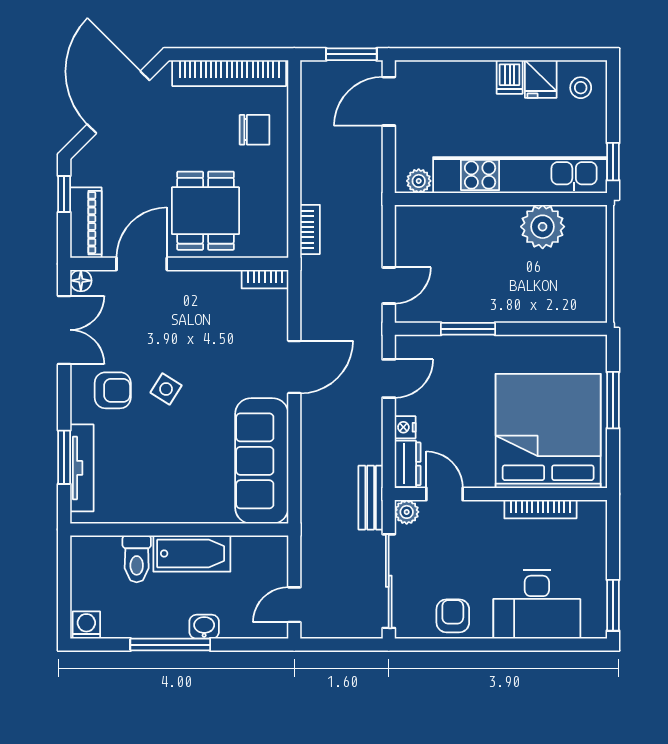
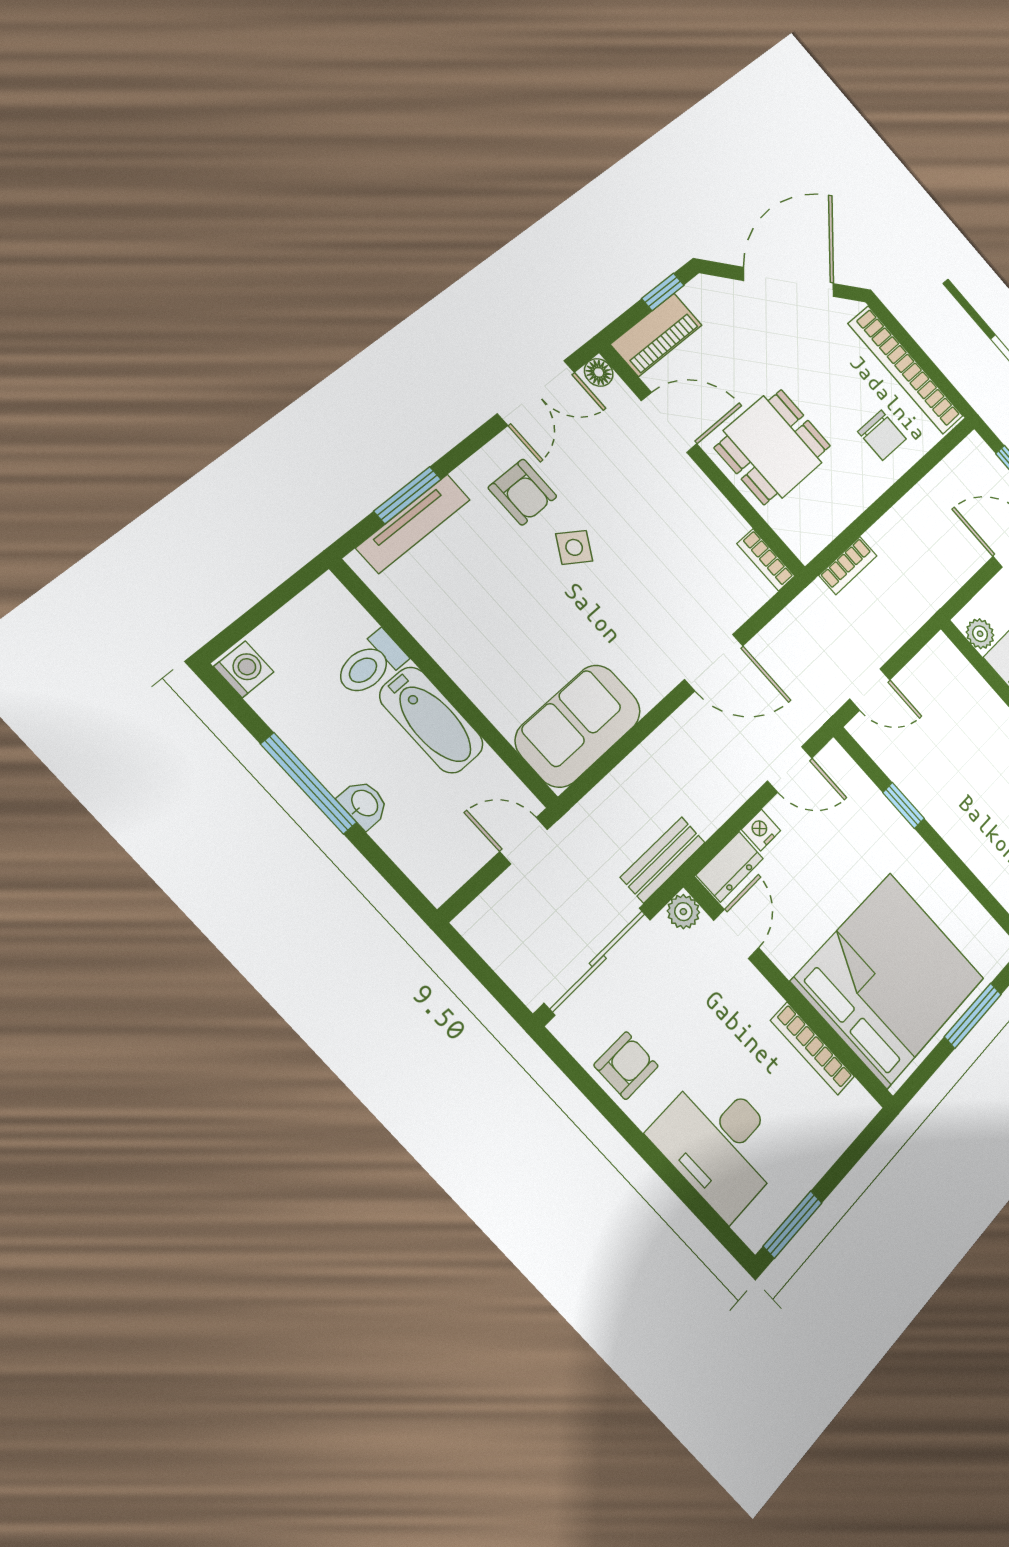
window: (468, 329) -> (903, 806), width x0.67
sofa: (262, 461) -> (578, 726), width x0.73
door: (294, 605) -> (524, 841), moved

